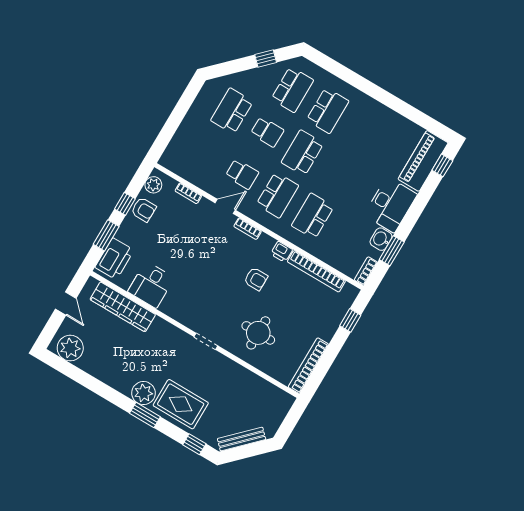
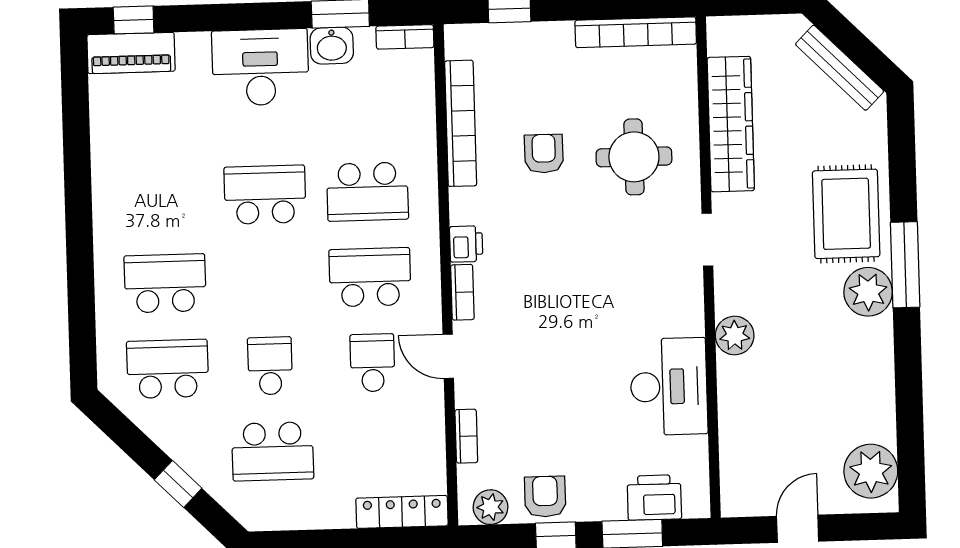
window: (266, 58) -> (178, 484), moved
locker: (174, 148) -> (402, 512), added
school desk: (302, 153) -> (265, 195), moved, turned 180
piano: (423, 161) -> (131, 53), width x0.73, depth x0.75
printer: (282, 252) -> (466, 244), moved
printer: (114, 259) -> (654, 497), width x0.73, depth x0.84
armchair: (256, 279) -> (544, 154), moved
desk: (151, 285) -> (669, 387), width x1.37
wardrobe: (123, 307) -> (731, 124), moved
plant: (160, 328) -> (735, 335), added
window: (145, 415) -> (905, 265), width x1.44
window: (194, 444) -> (902, 145), removed

